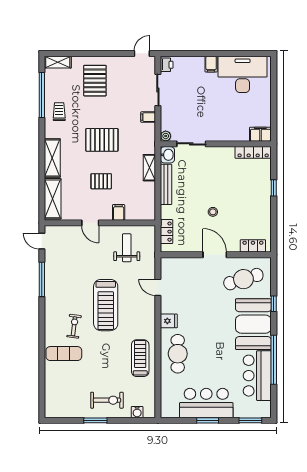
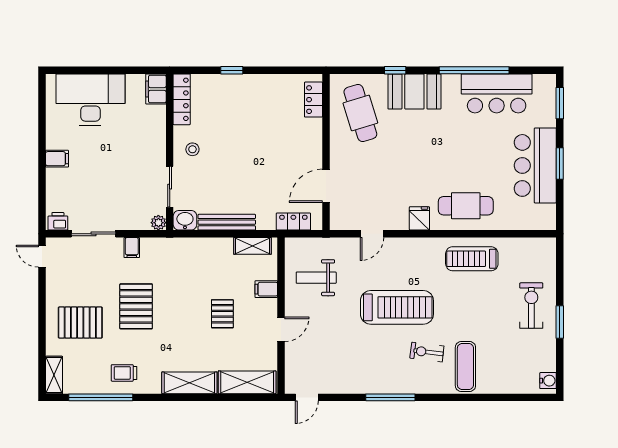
desk: (243, 74) -> (90, 100), moved, turned 90
pallet: (102, 140) -> (136, 306), moved
shelving: (149, 168) -> (252, 246), moved
stool: (213, 212) -> (192, 149), moved
door: (215, 255) -> (326, 186), moved
window: (42, 279) -> (390, 397), moved
booth: (253, 324) -> (414, 92), width x0.73, depth x0.70
water cooler: (137, 412) -> (548, 381), moved

